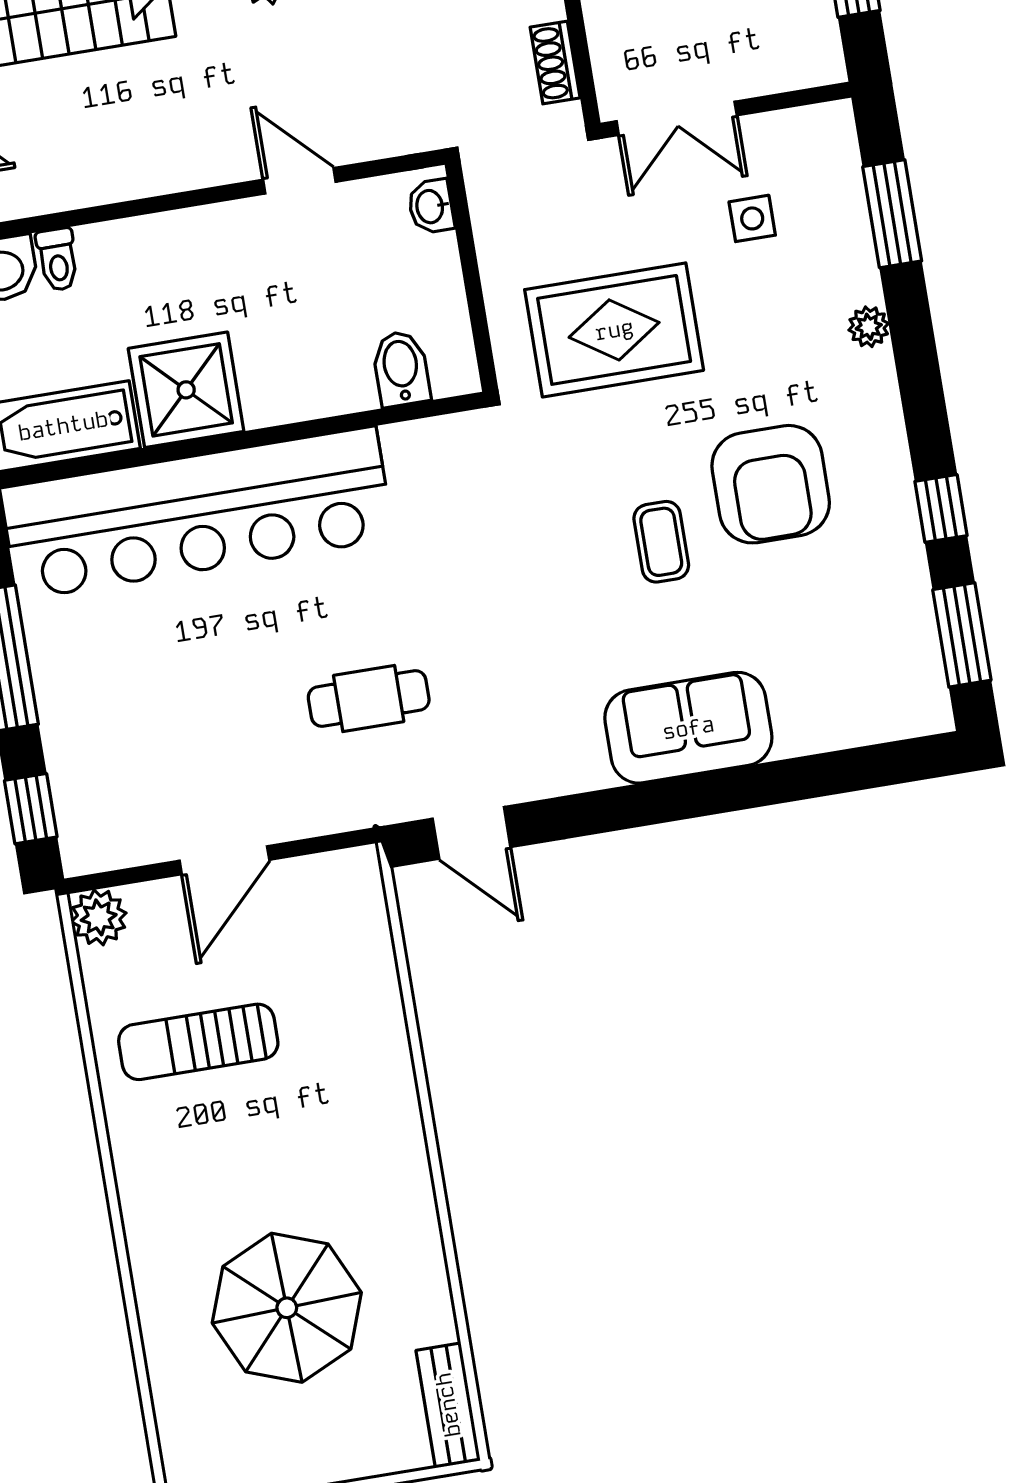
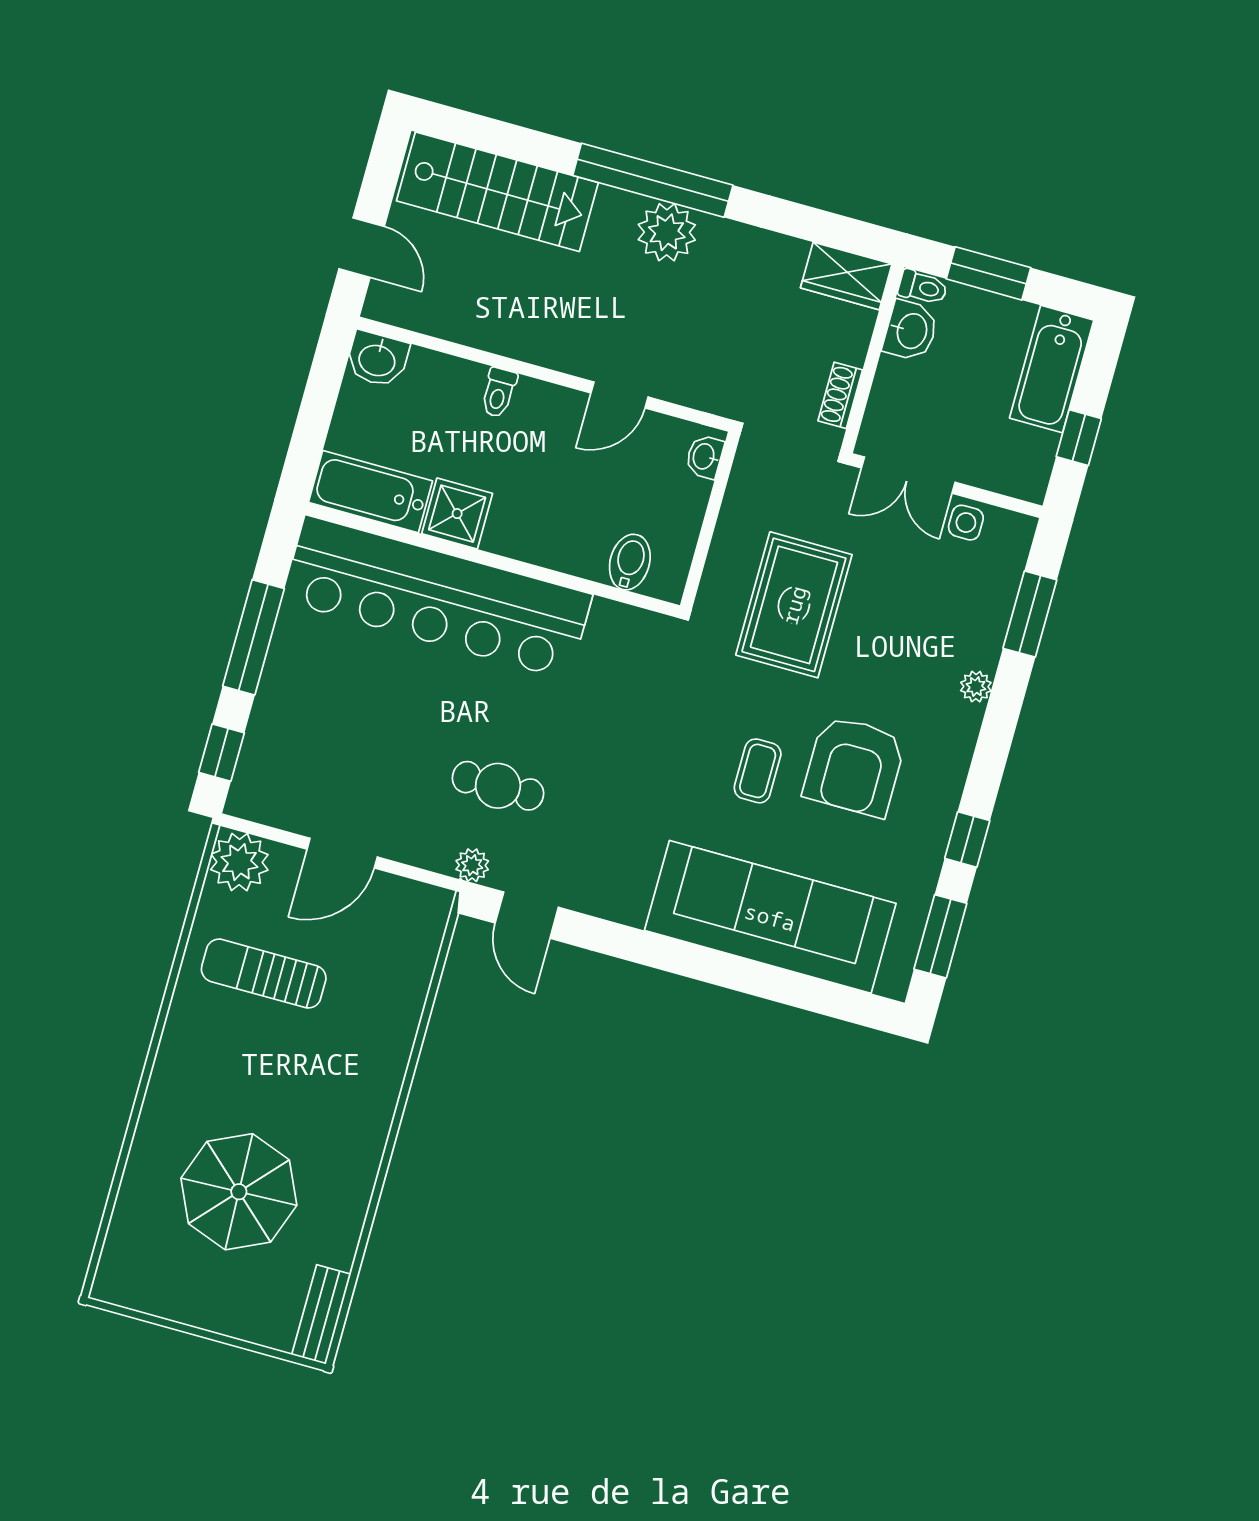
door: (299, 181) -> (619, 395), swing flipped
side table: (752, 218) -> (966, 523), moved
toilet: (58, 260) -> (499, 393), moved
rug: (614, 330) -> (794, 605), turned 90
shower: (186, 390) -> (457, 514), width x0.73, depth x0.73
sofa: (688, 728) -> (770, 917), width x1.85, depth x1.27
plant: (381, 804) -> (472, 865), added
plant: (99, 917) -> (239, 862), width x1.36, depth x1.36

